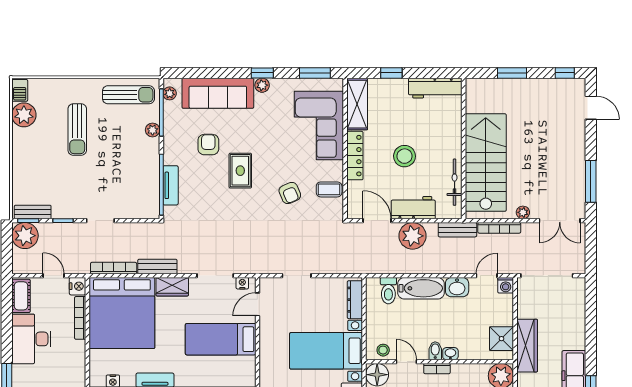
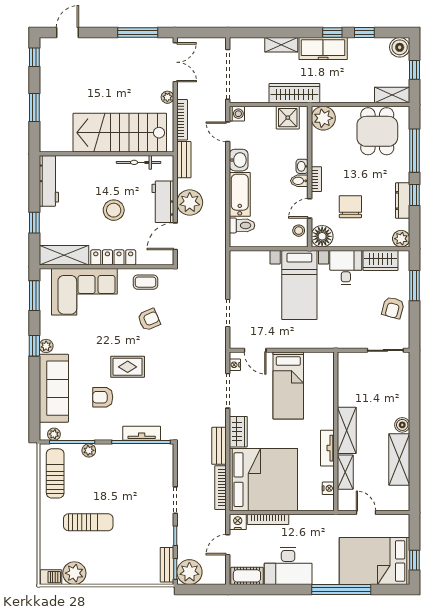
coffee table: (329, 189) -> (145, 282), turned 90
dresser: (355, 300) -> (251, 258), removed
shelving: (578, 332) -> (281, 45), added

